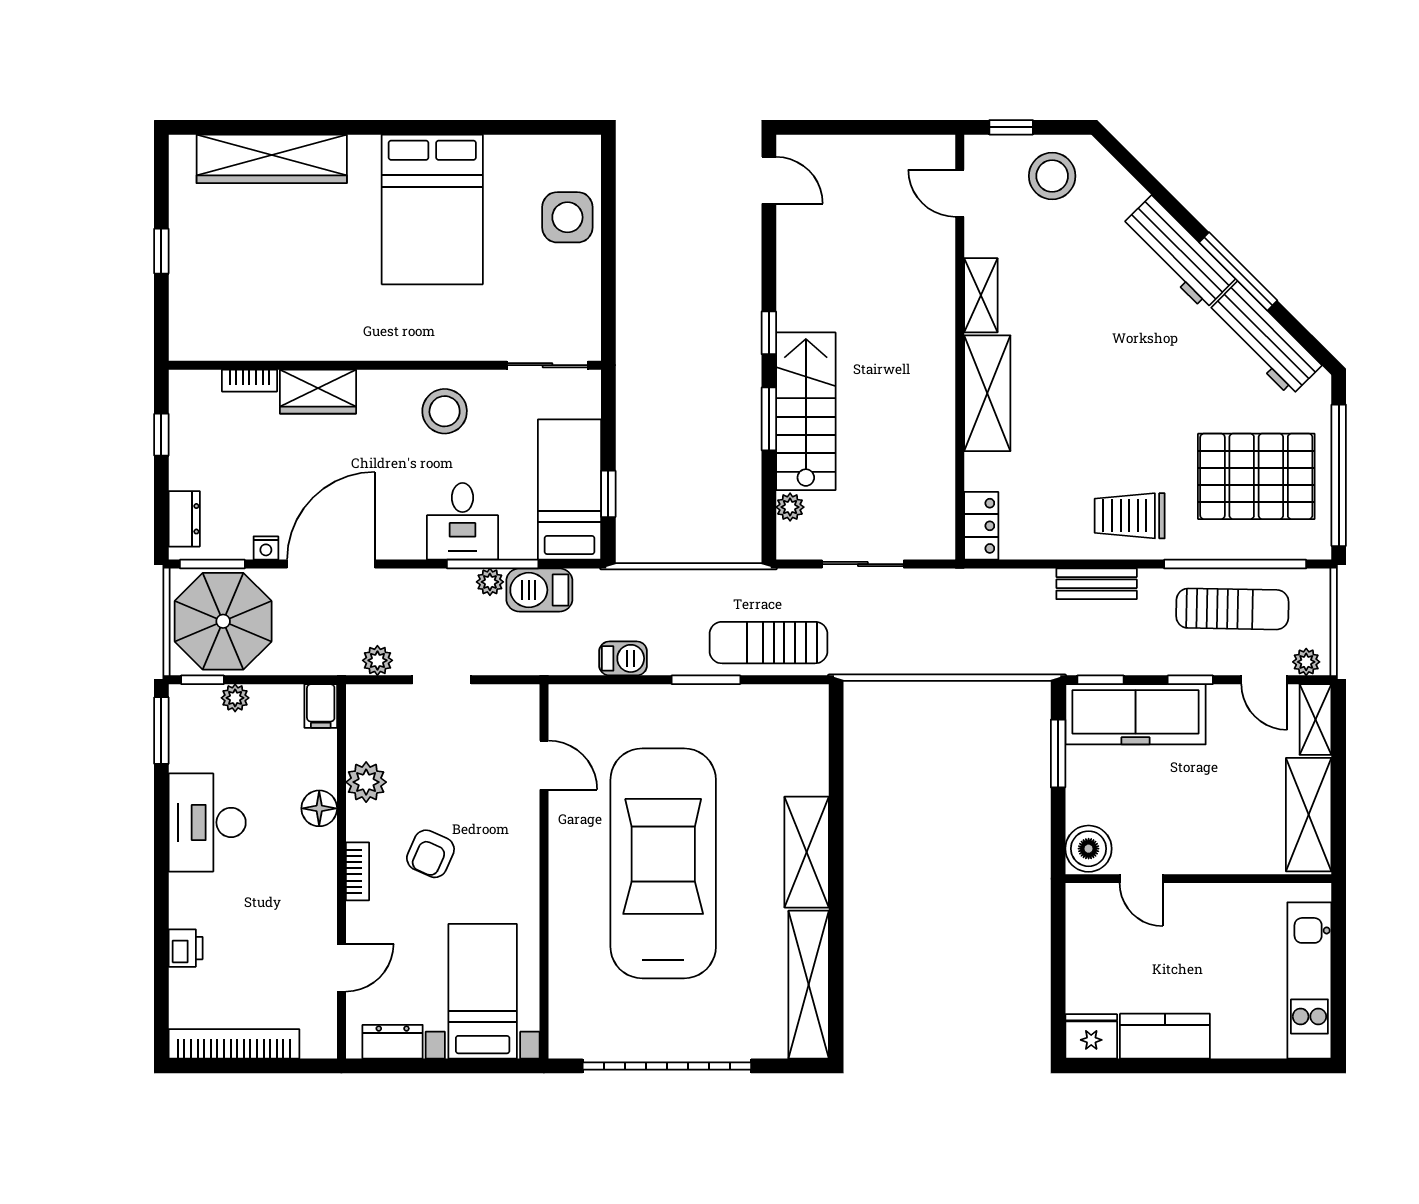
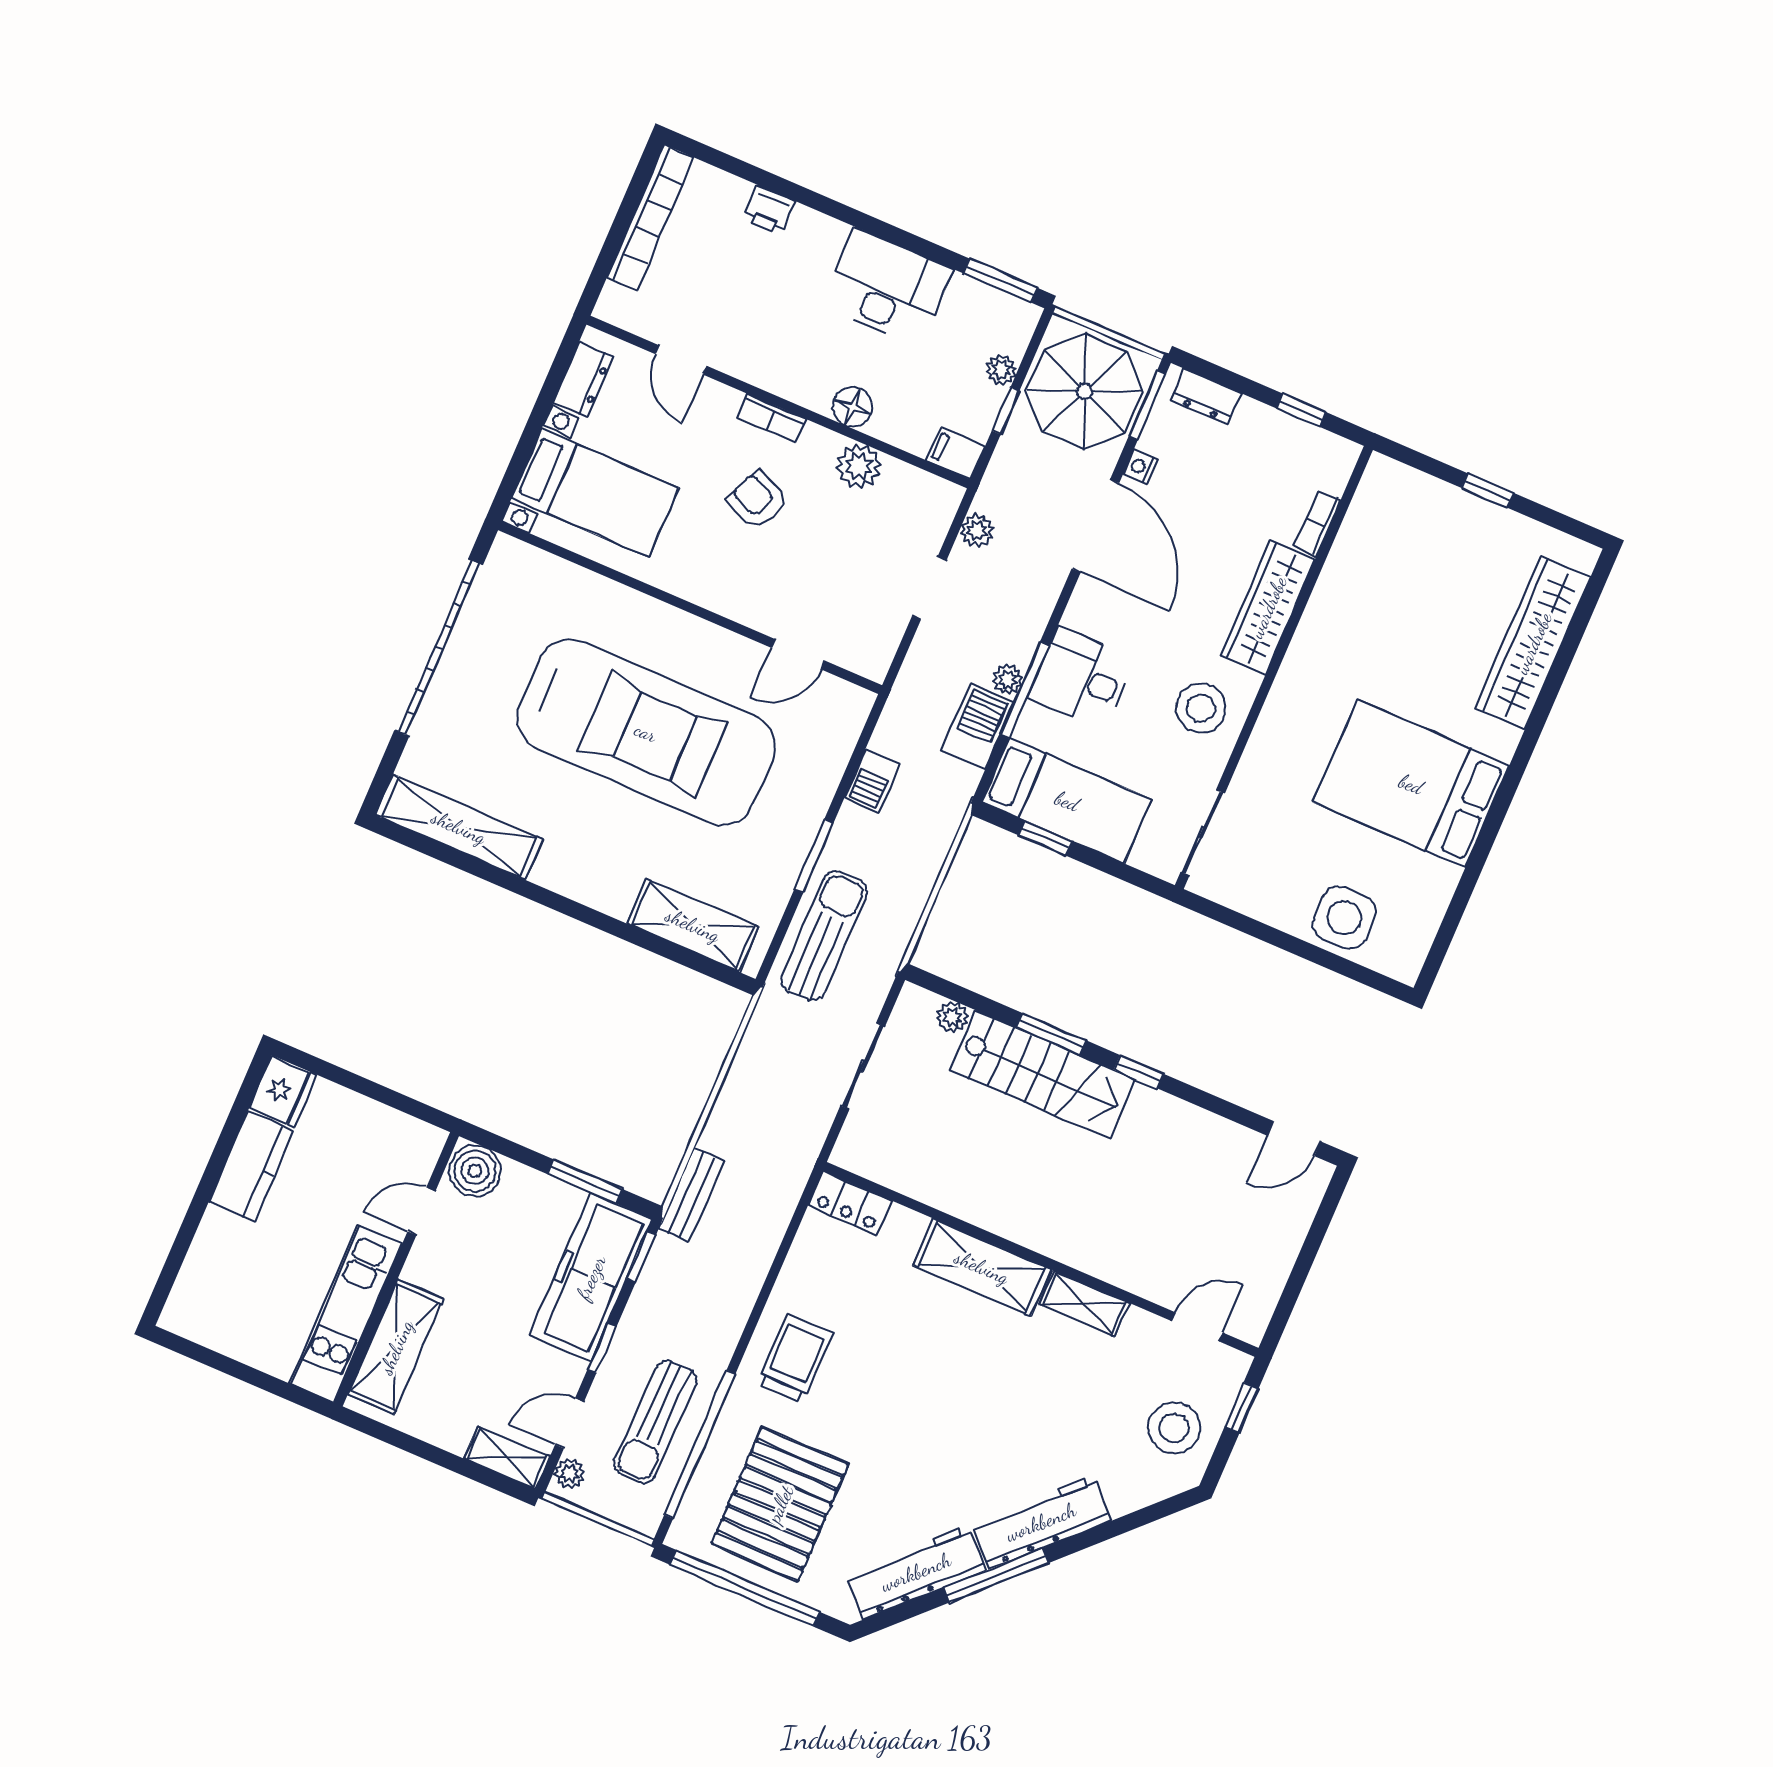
wardrobe: (318, 392) -> (1268, 607), width x1.50
bench: (1097, 584) -> (692, 1195), moved
window: (202, 680) -> (1006, 411), moved
shelving: (1309, 815) -> (396, 1347), moved, turned 90
shelving: (807, 852) -> (693, 925), moved
kitchen unit: (1309, 981) -> (346, 1314), moved, turned -90

